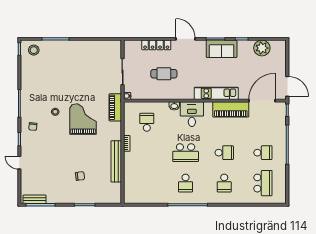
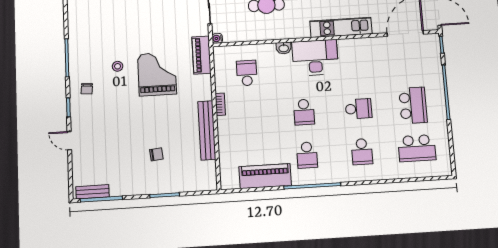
piano: (231, 109) -> (265, 176), moved, turned 180
desk: (192, 114) -> (315, 58), width x1.37
school desk: (186, 153) -> (304, 112), width x0.54
school desk: (263, 153) -> (413, 105), width x1.85
school desk: (263, 183) -> (417, 148), turned 90

